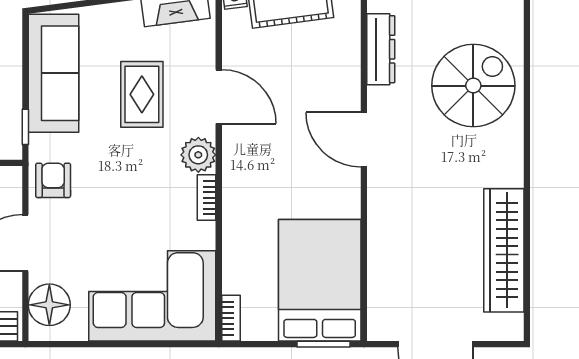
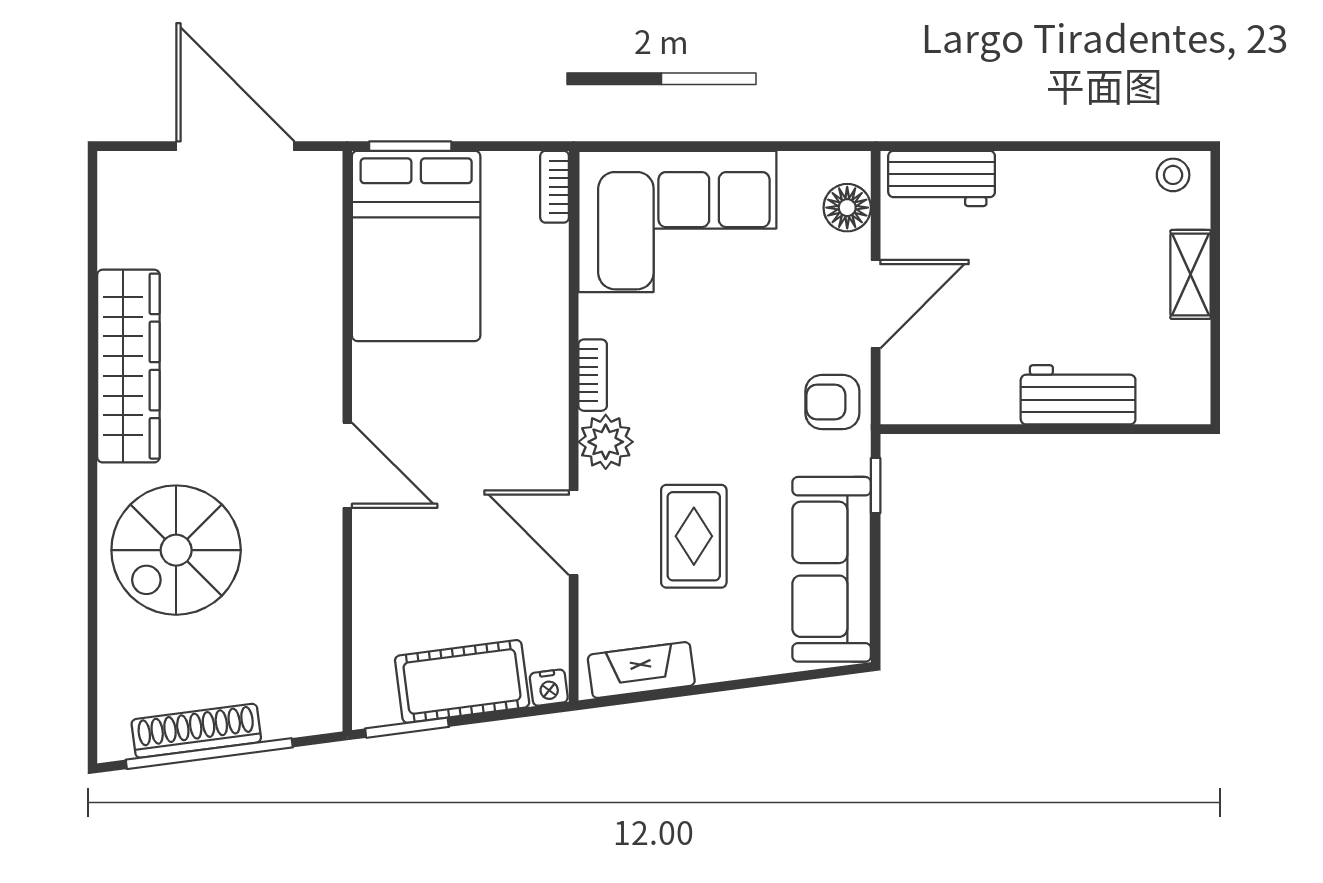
dresser: (381, 49) -> (321, 607), removed
armchair: (53, 180) -> (832, 402), turned 90
wardrobe: (504, 250) -> (128, 366), moved
floor lamp: (49, 305) -> (847, 208), width x0.73, depth x0.73

